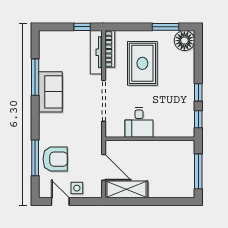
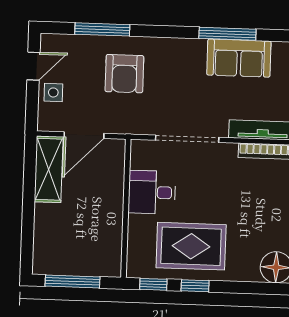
rug: (142, 63) -> (191, 246), moved
sofa: (50, 92) -> (239, 58), moved
armchair: (55, 159) -> (124, 74), moved

